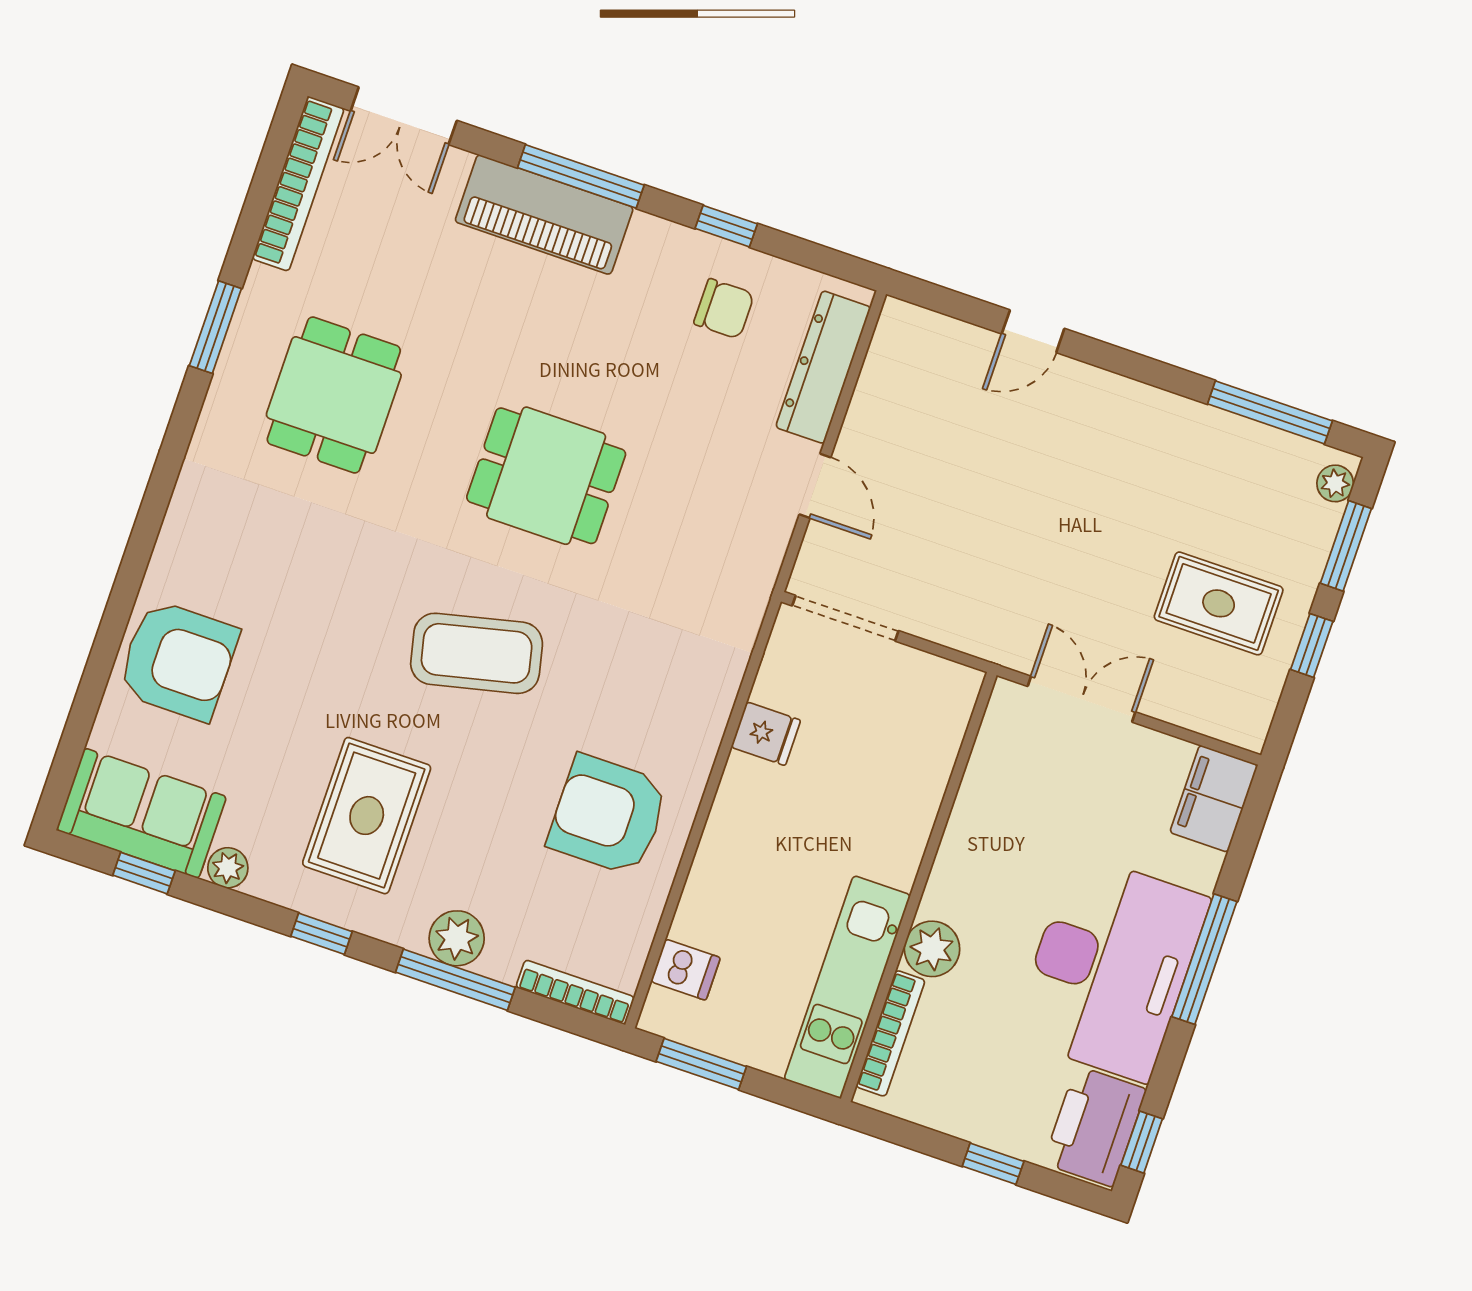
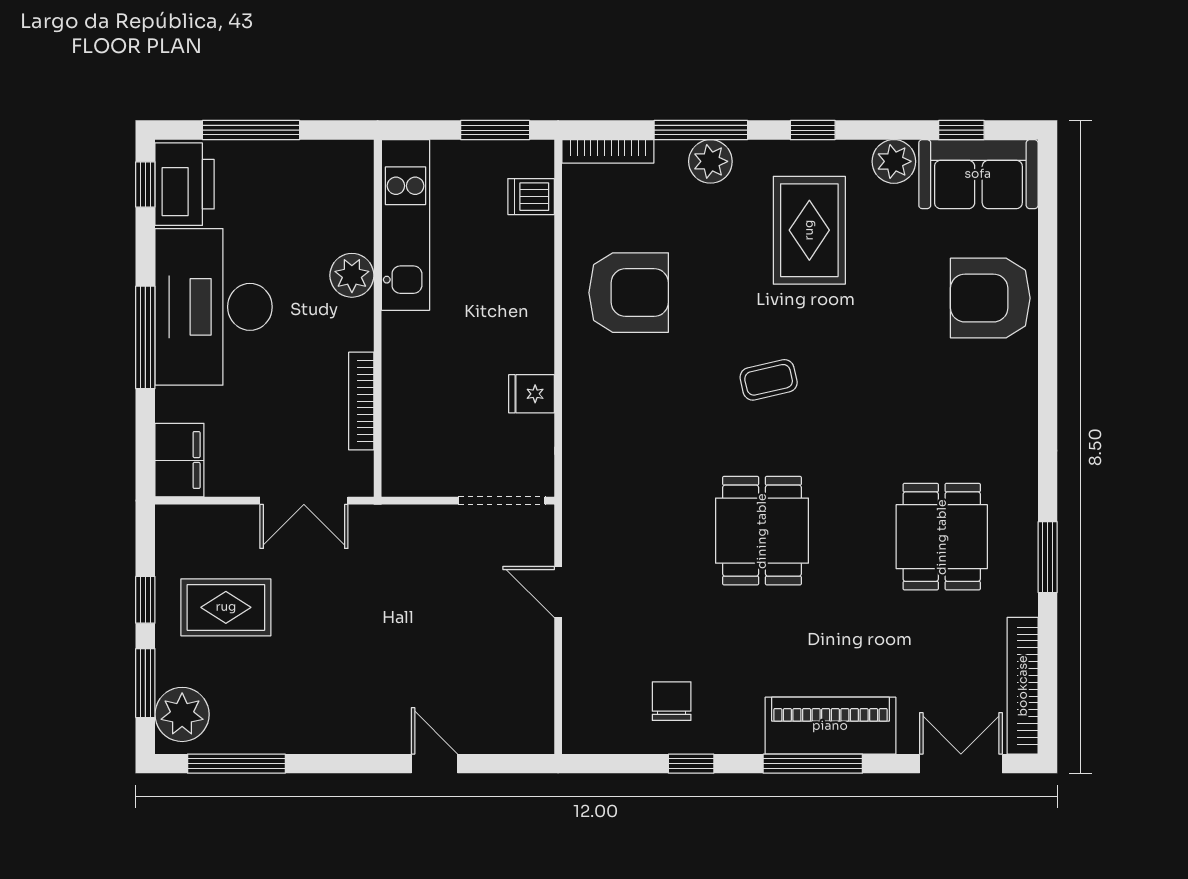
chair: (724, 309) -> (672, 701), turned 90
door: (1033, 331) -> (435, 764), hinge flipped
dresser: (823, 367) -> (582, 683), removed
dining table: (546, 476) -> (762, 531), turned 90
plant: (1335, 483) -> (182, 714), width x1.88, depth x1.88
coffee table: (477, 653) -> (769, 380), width x0.54, depth x0.58
plant: (228, 868) -> (894, 161), width x1.38, depth x1.38
bookcase: (891, 1033) -> (361, 401), moved
window: (993, 1164) -> (251, 130), width x2.17

